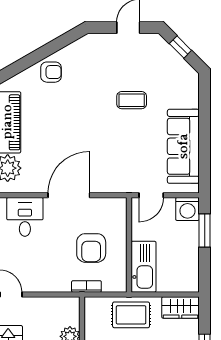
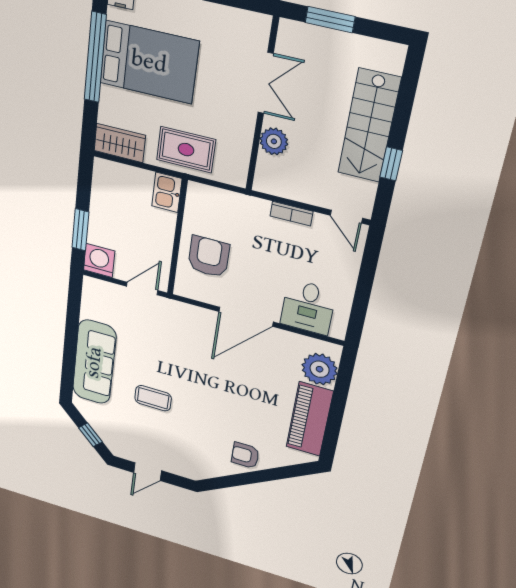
sofa: (183, 146) -> (94, 362), moved
armchair: (91, 248) -> (209, 257), moved
kitchen sink: (144, 267) -> (167, 192), width x0.53, depth x0.81
bookcase: (86, 286) -> (291, 214), moved

